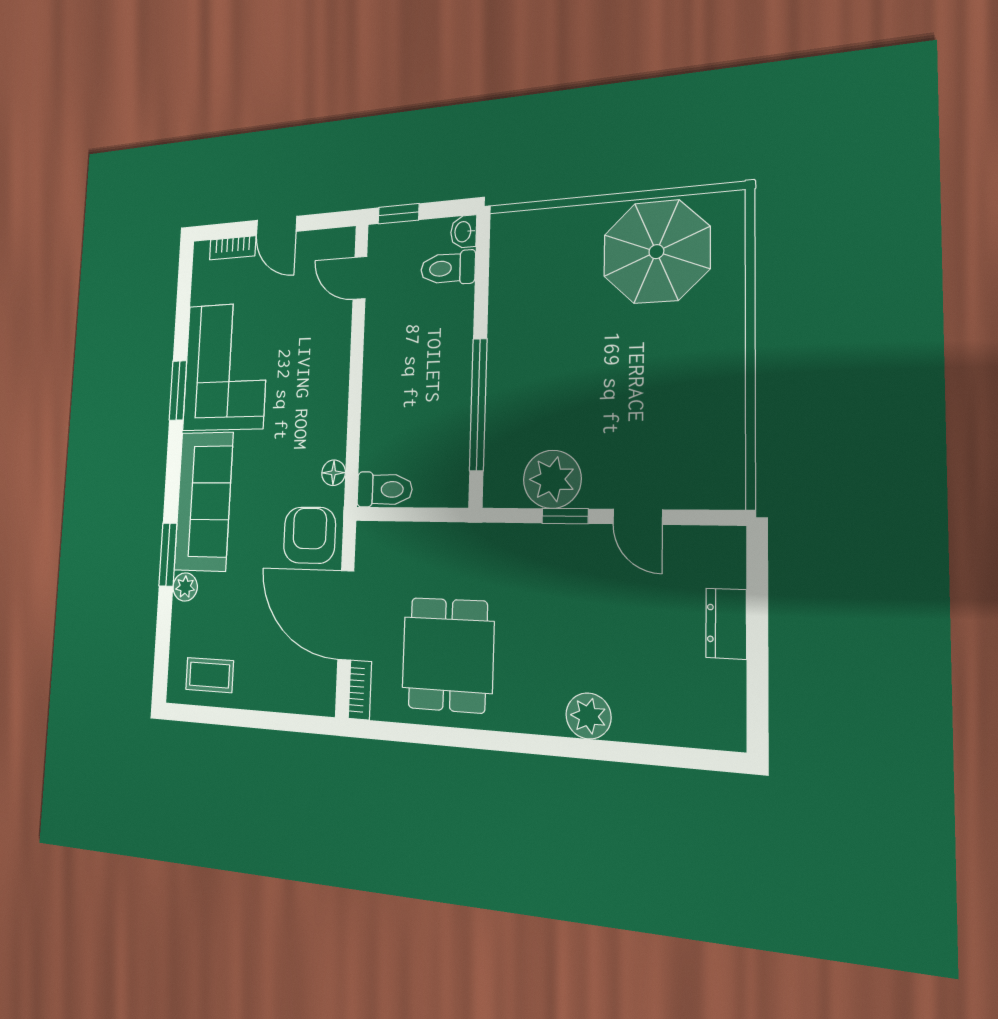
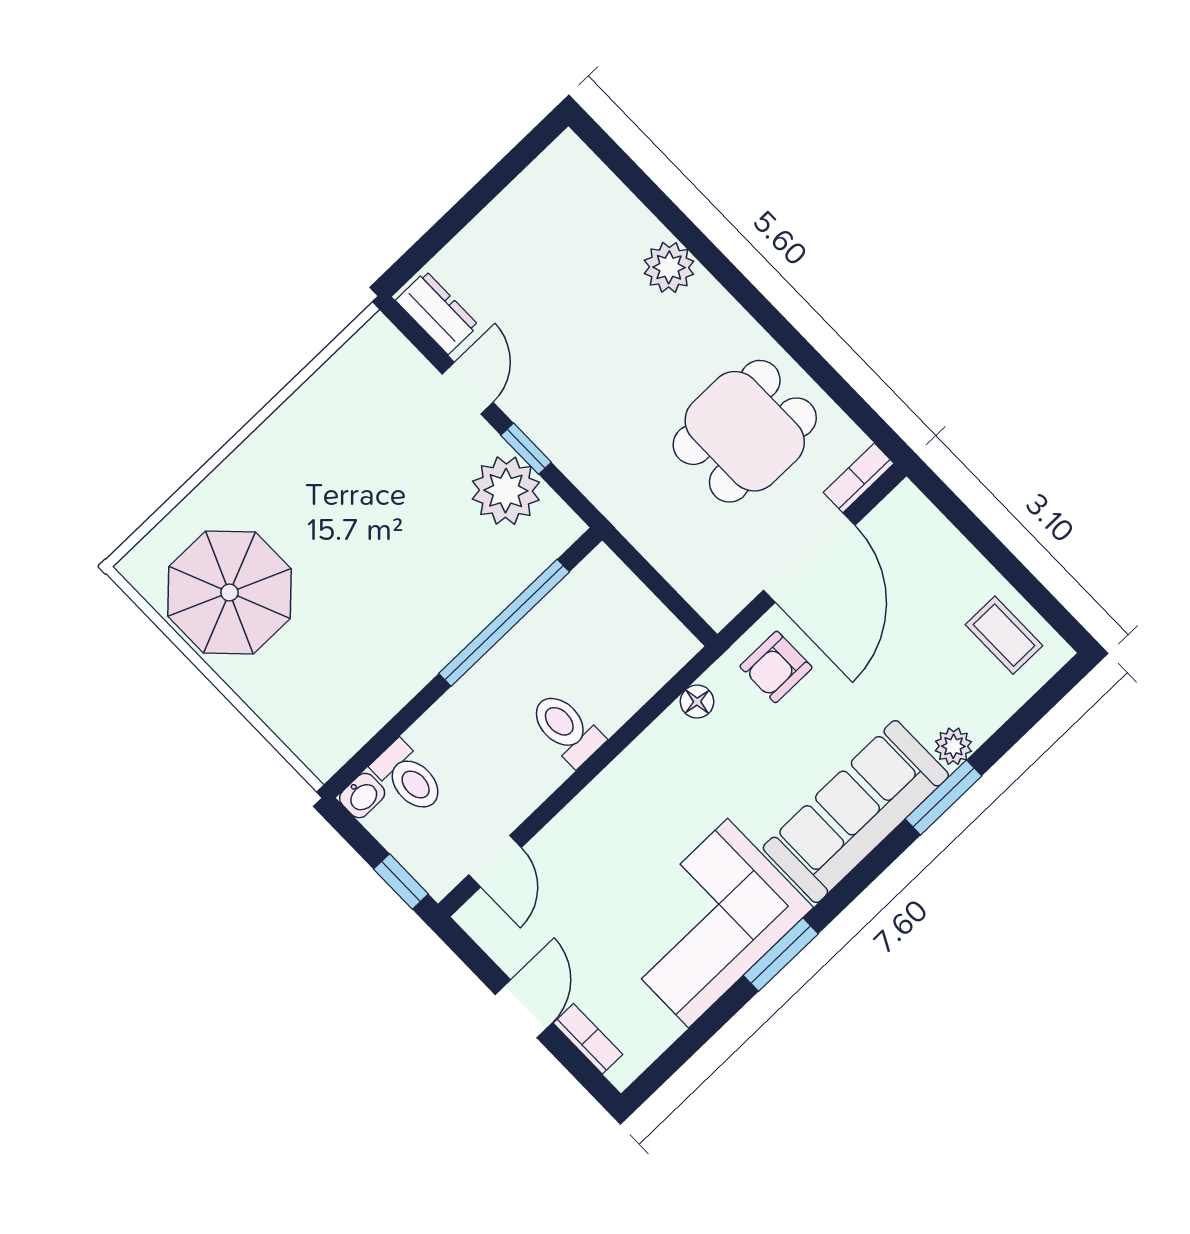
toilet: (385, 489) -> (566, 729), moved
armchair: (310, 535) -> (776, 667), width x0.72, depth x0.72
dresser: (726, 624) -> (437, 313), moved, turned -90

